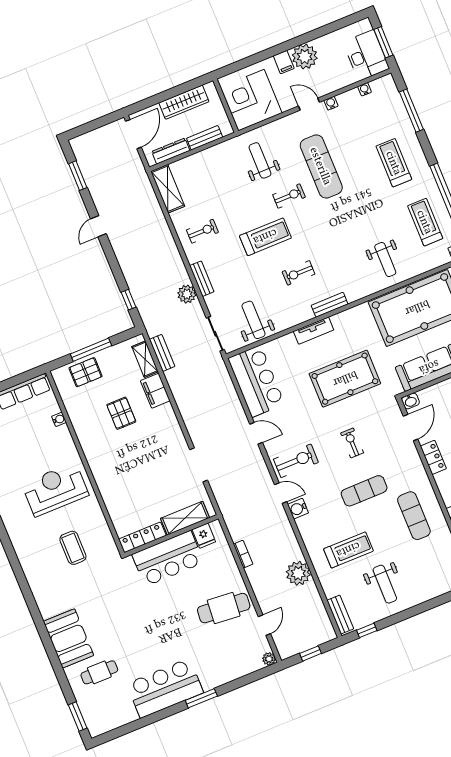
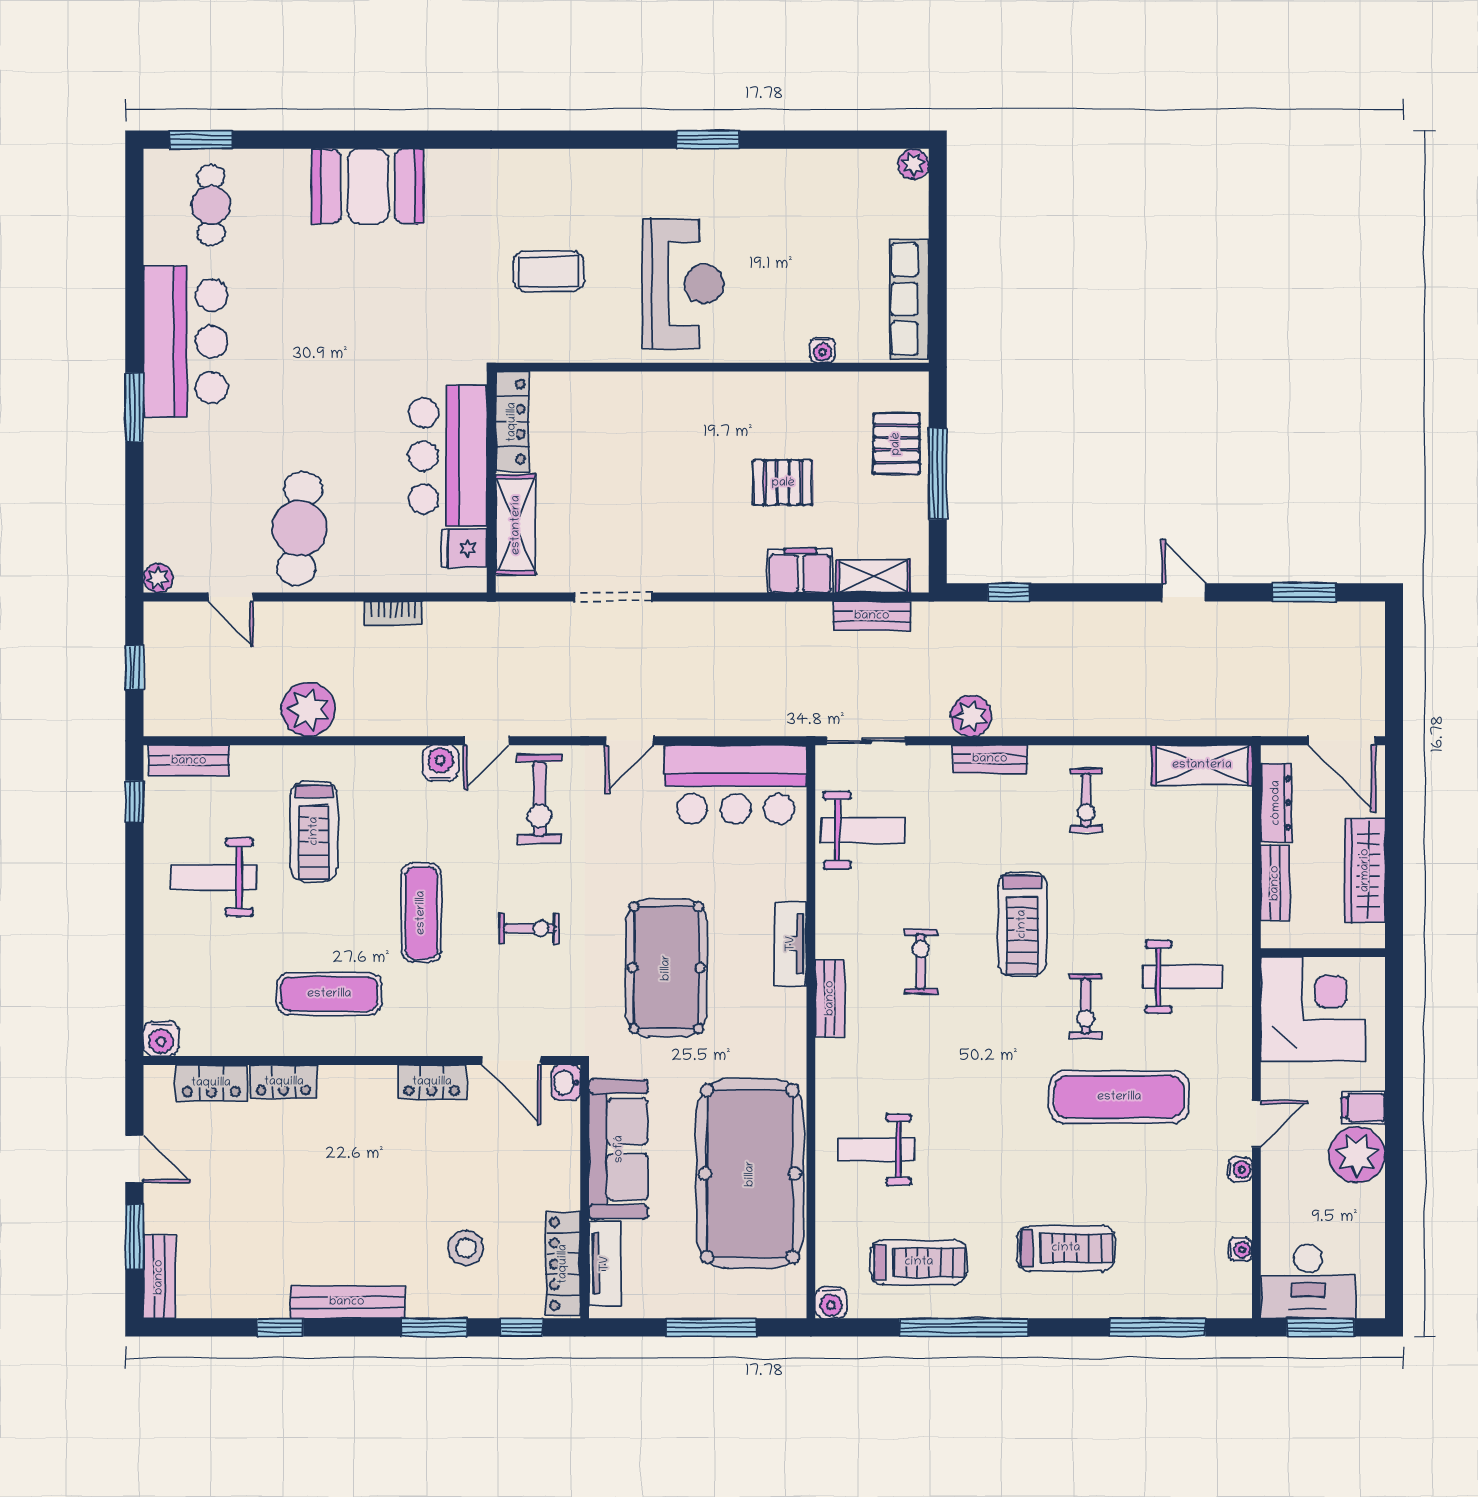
cafe table: (99, 672) -> (211, 205), moved

